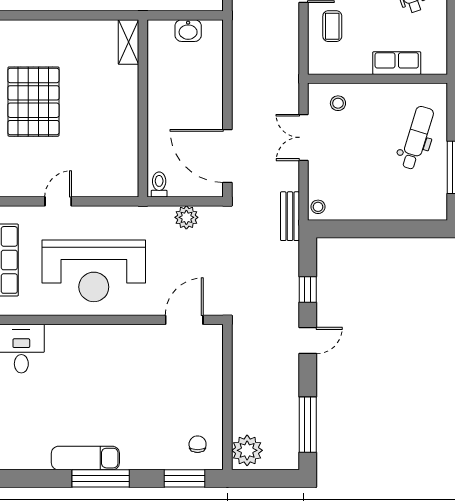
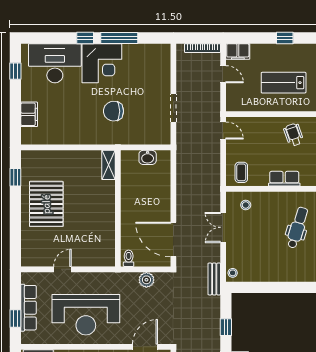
coffee table: (332, 26) -> (241, 172), moved

